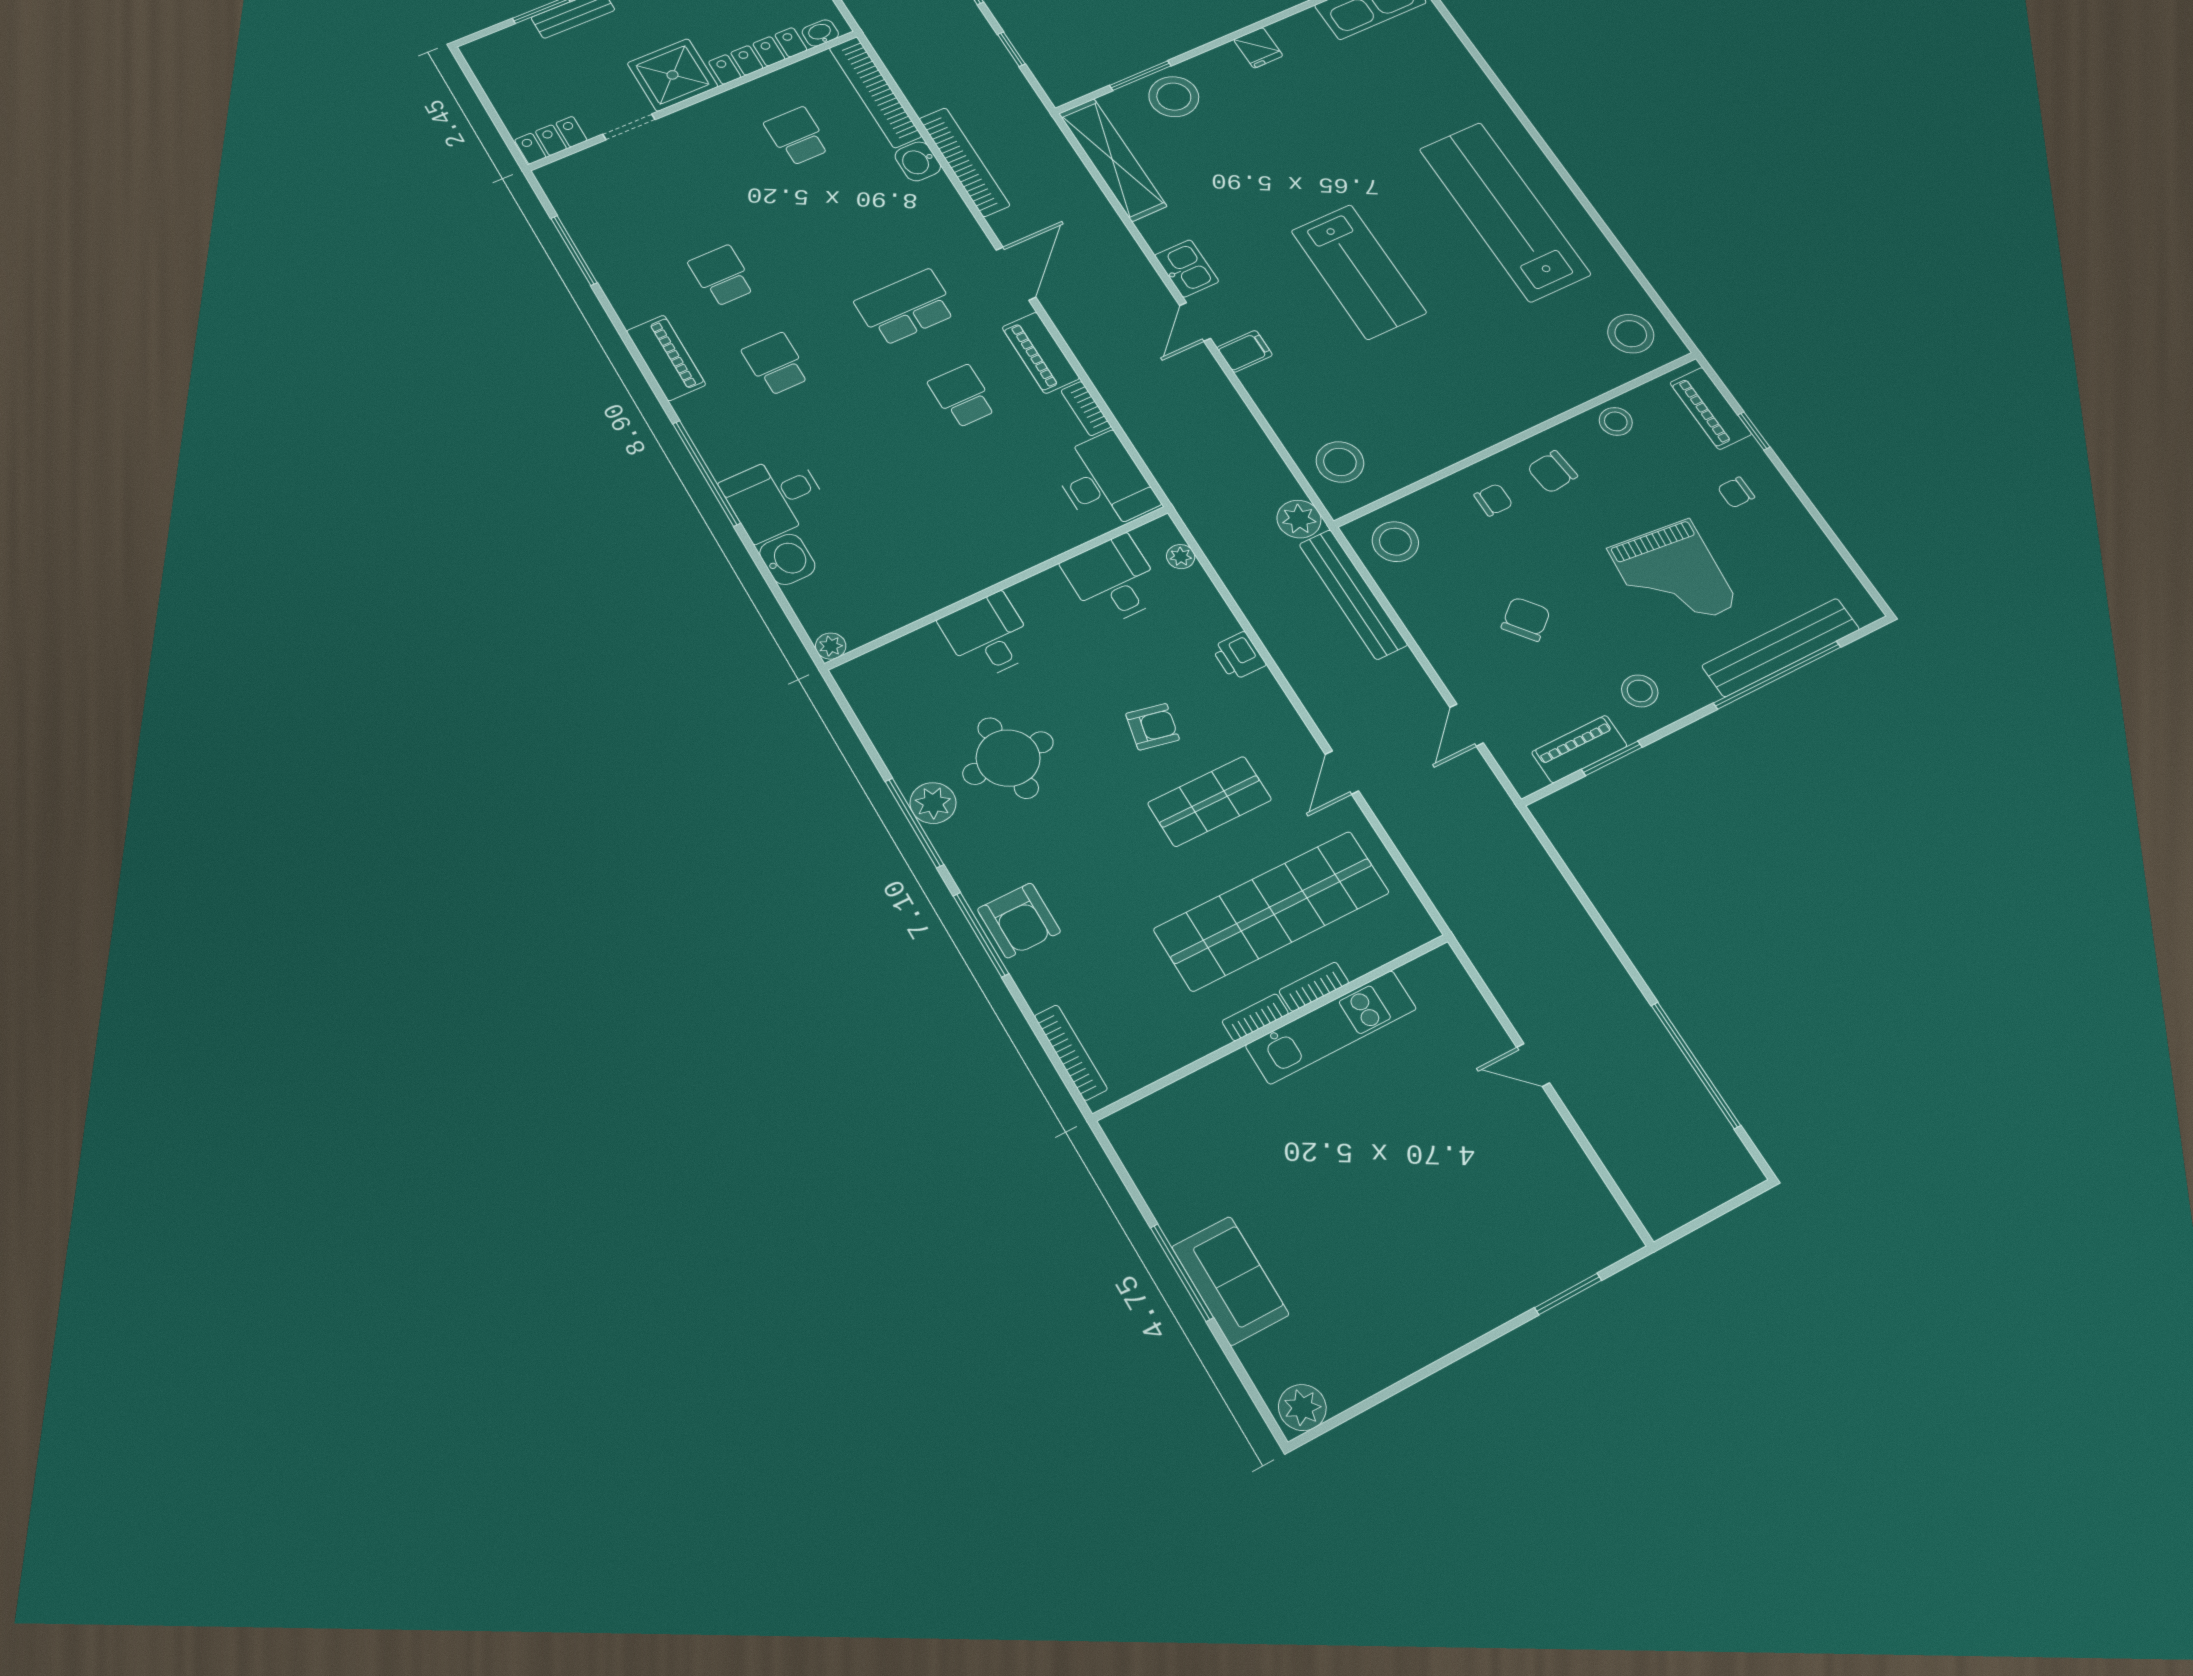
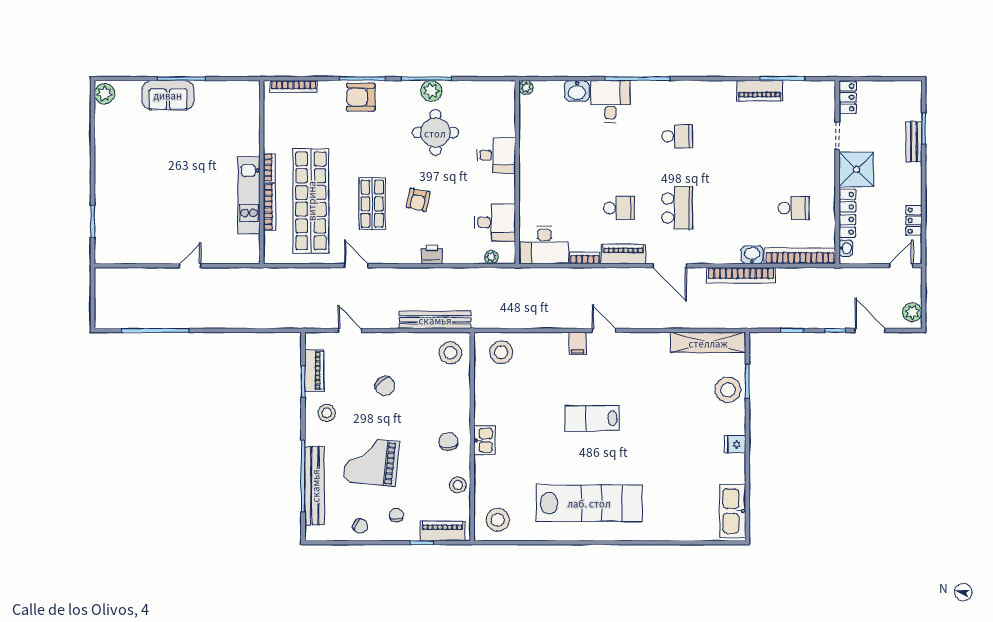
kitchen sink: (1187, 268) -> (484, 440), moved, turned -90
lab bench: (1359, 272) -> (592, 418), width x0.73, depth x0.72
school desk: (722, 276) -> (735, 136), removed
piano: (666, 358) -> (760, 91), moved
chair: (1493, 500) -> (360, 526), moved, turned -62
plant: (1299, 519) -> (483, 318), removed
bookcase: (1314, 987) -> (270, 207), width x1.56

